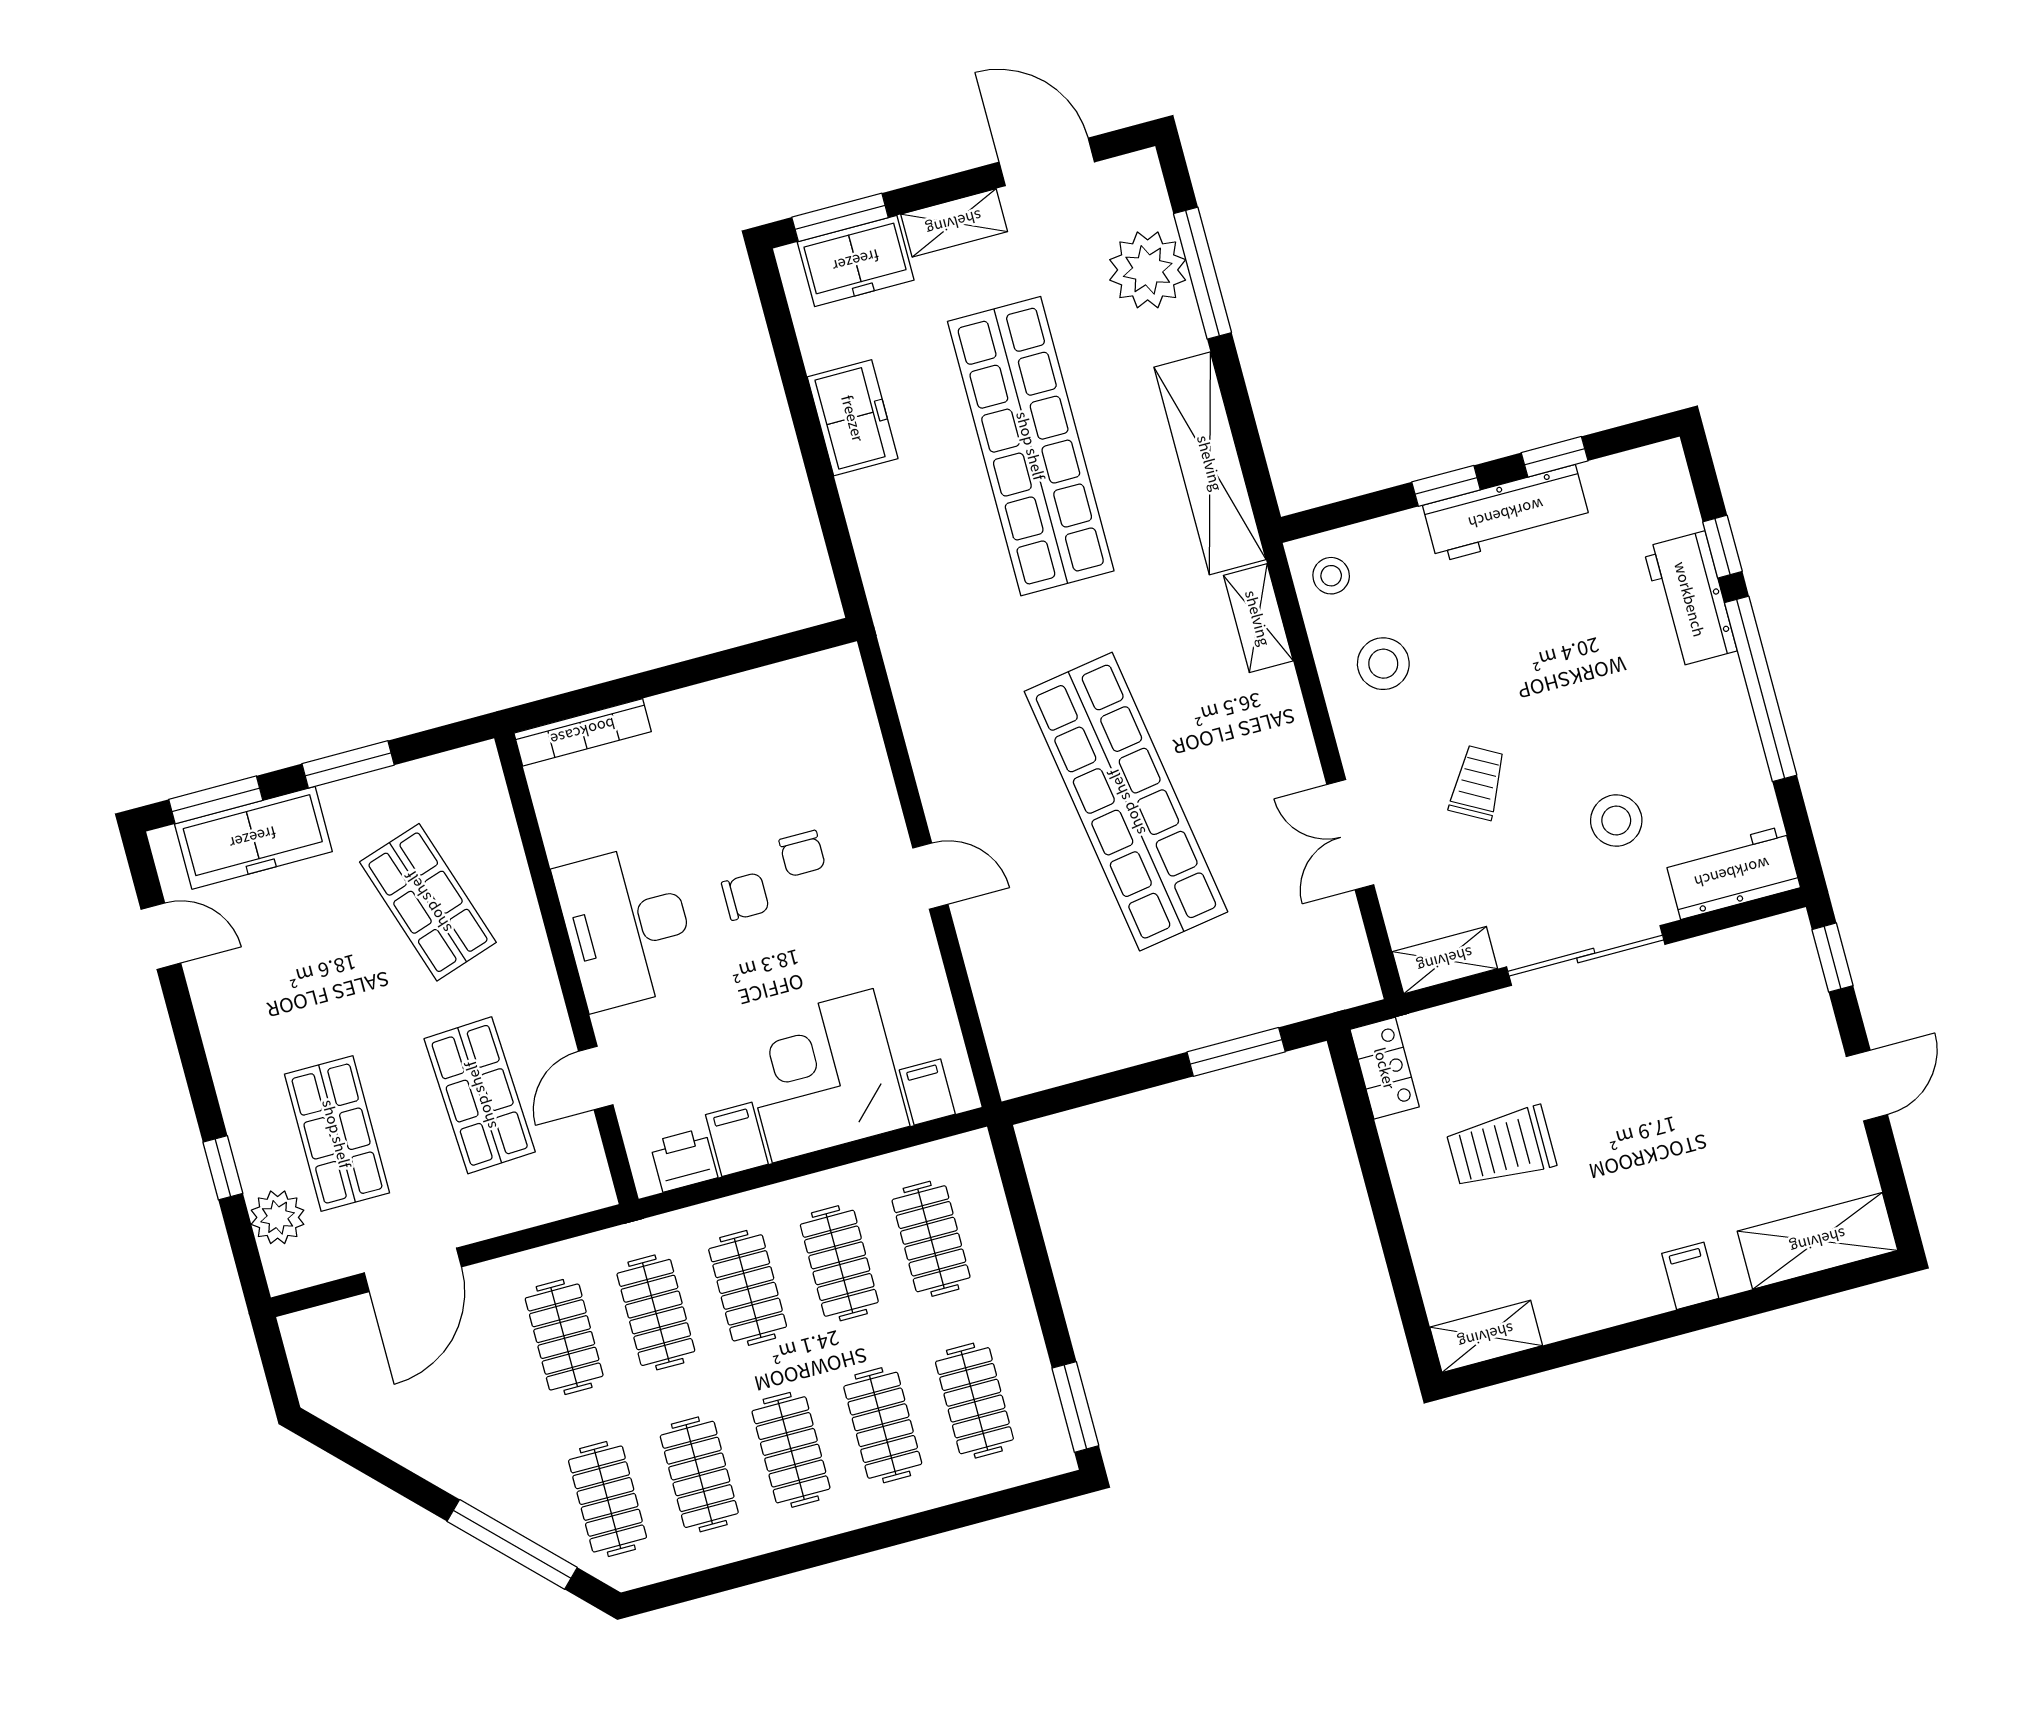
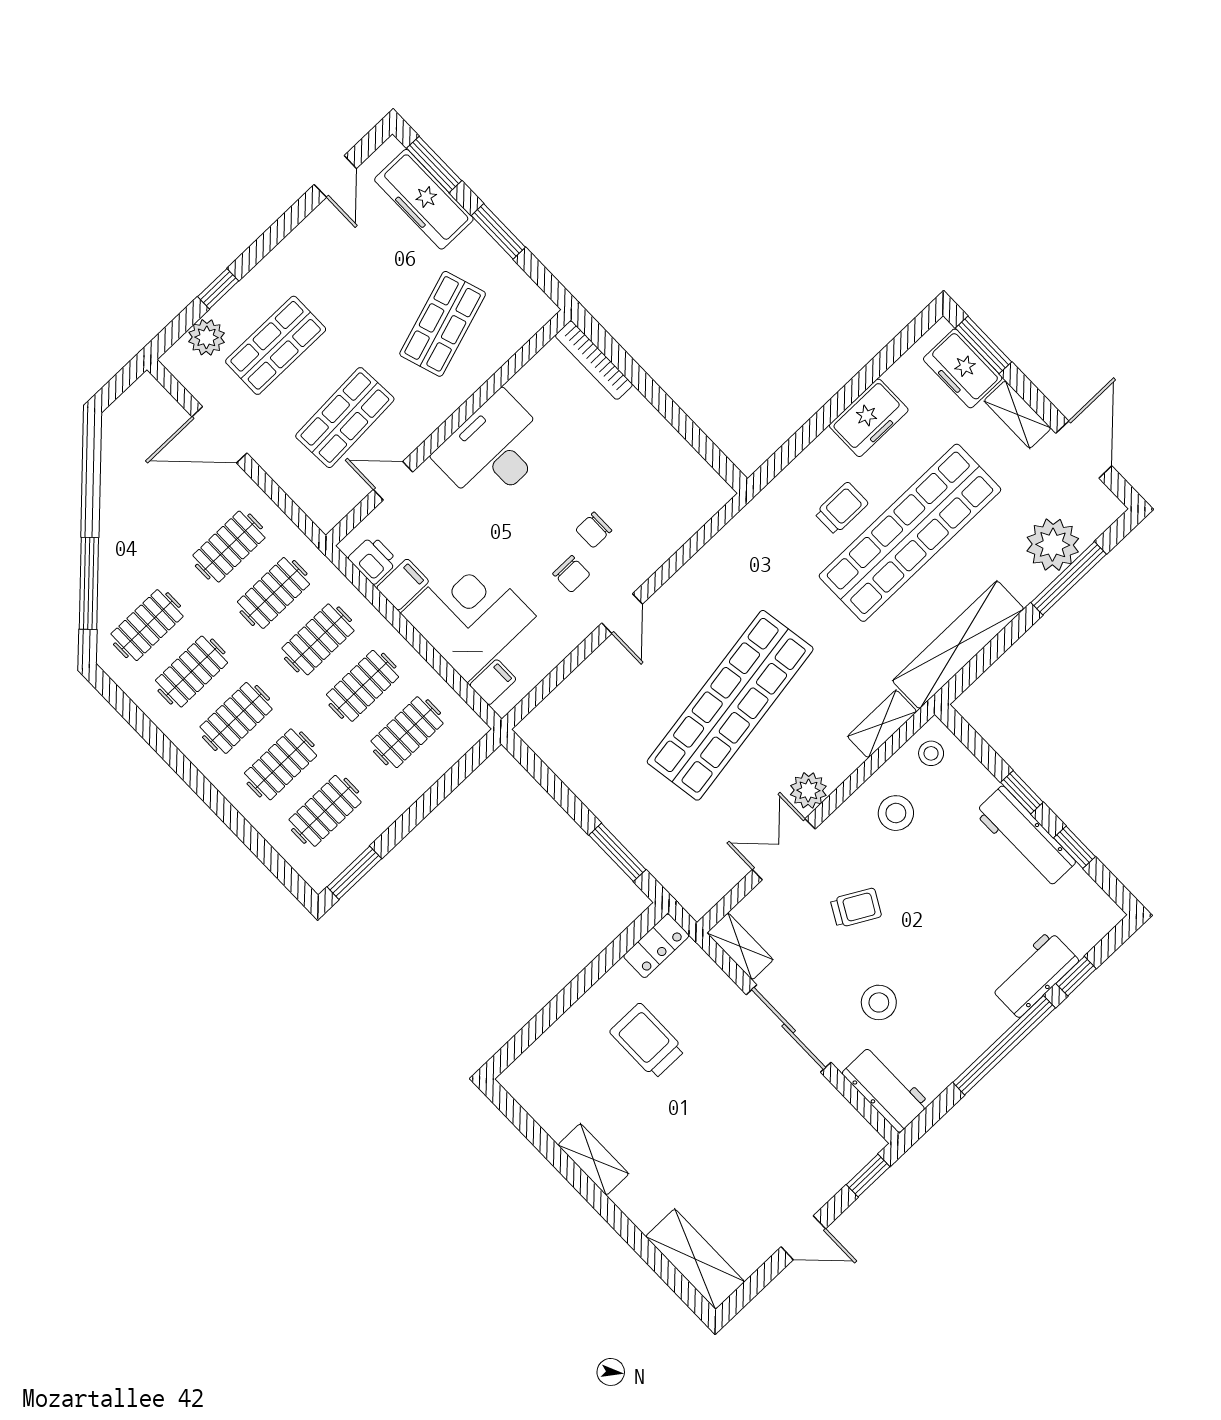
trolley: (950, 517) -> (841, 508), added
plant: (1292, 761) -> (808, 790), added
chair: (745, 896) -> (572, 574), moved
filing cabinet: (1690, 1276) -> (633, 1195), removed
shelving: (1486, 1336) -> (593, 1159), moved

